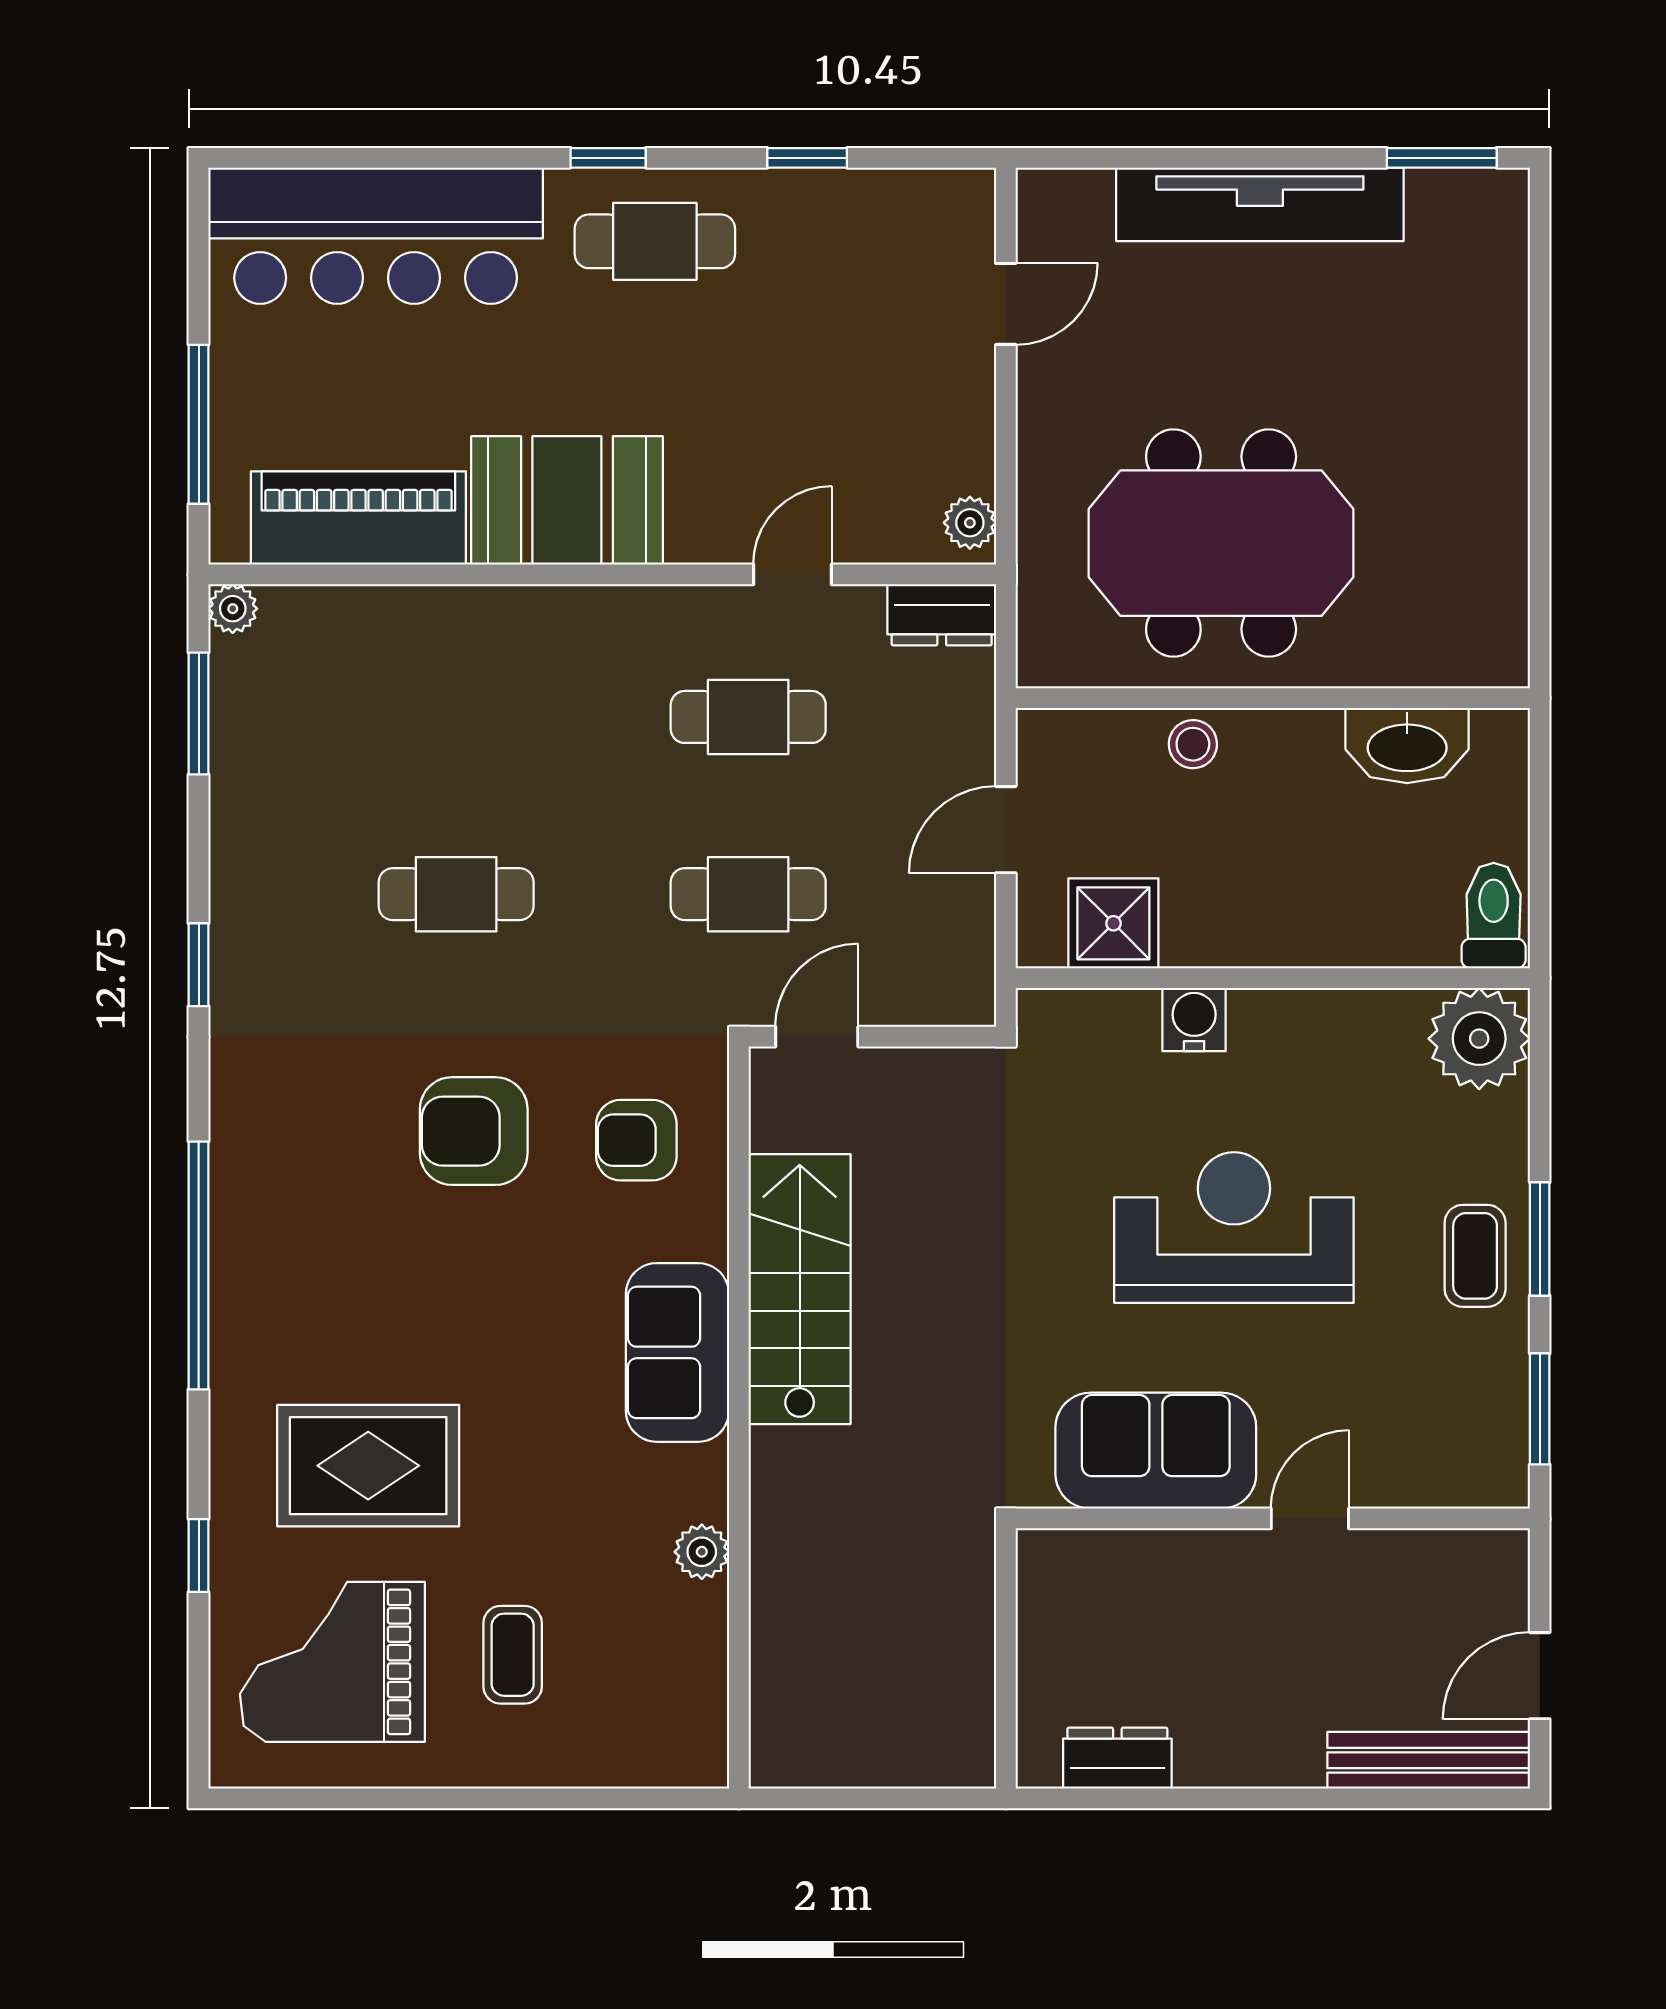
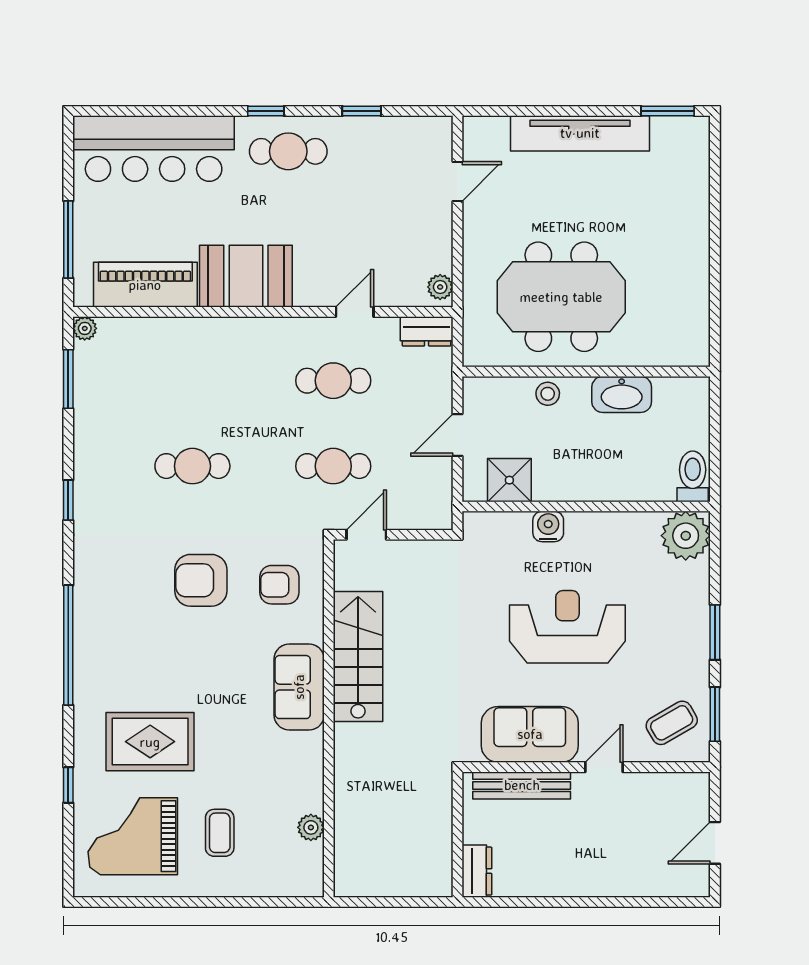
washbasin: (1407, 746) -> (622, 394), moved
coffee table: (1475, 1256) -> (672, 723), moved, turned 60
plant: (702, 1552) -> (311, 827), moved
dresser: (1117, 1758) -> (477, 871), moved, turned 90
bench: (1429, 1760) -> (522, 785), moved

